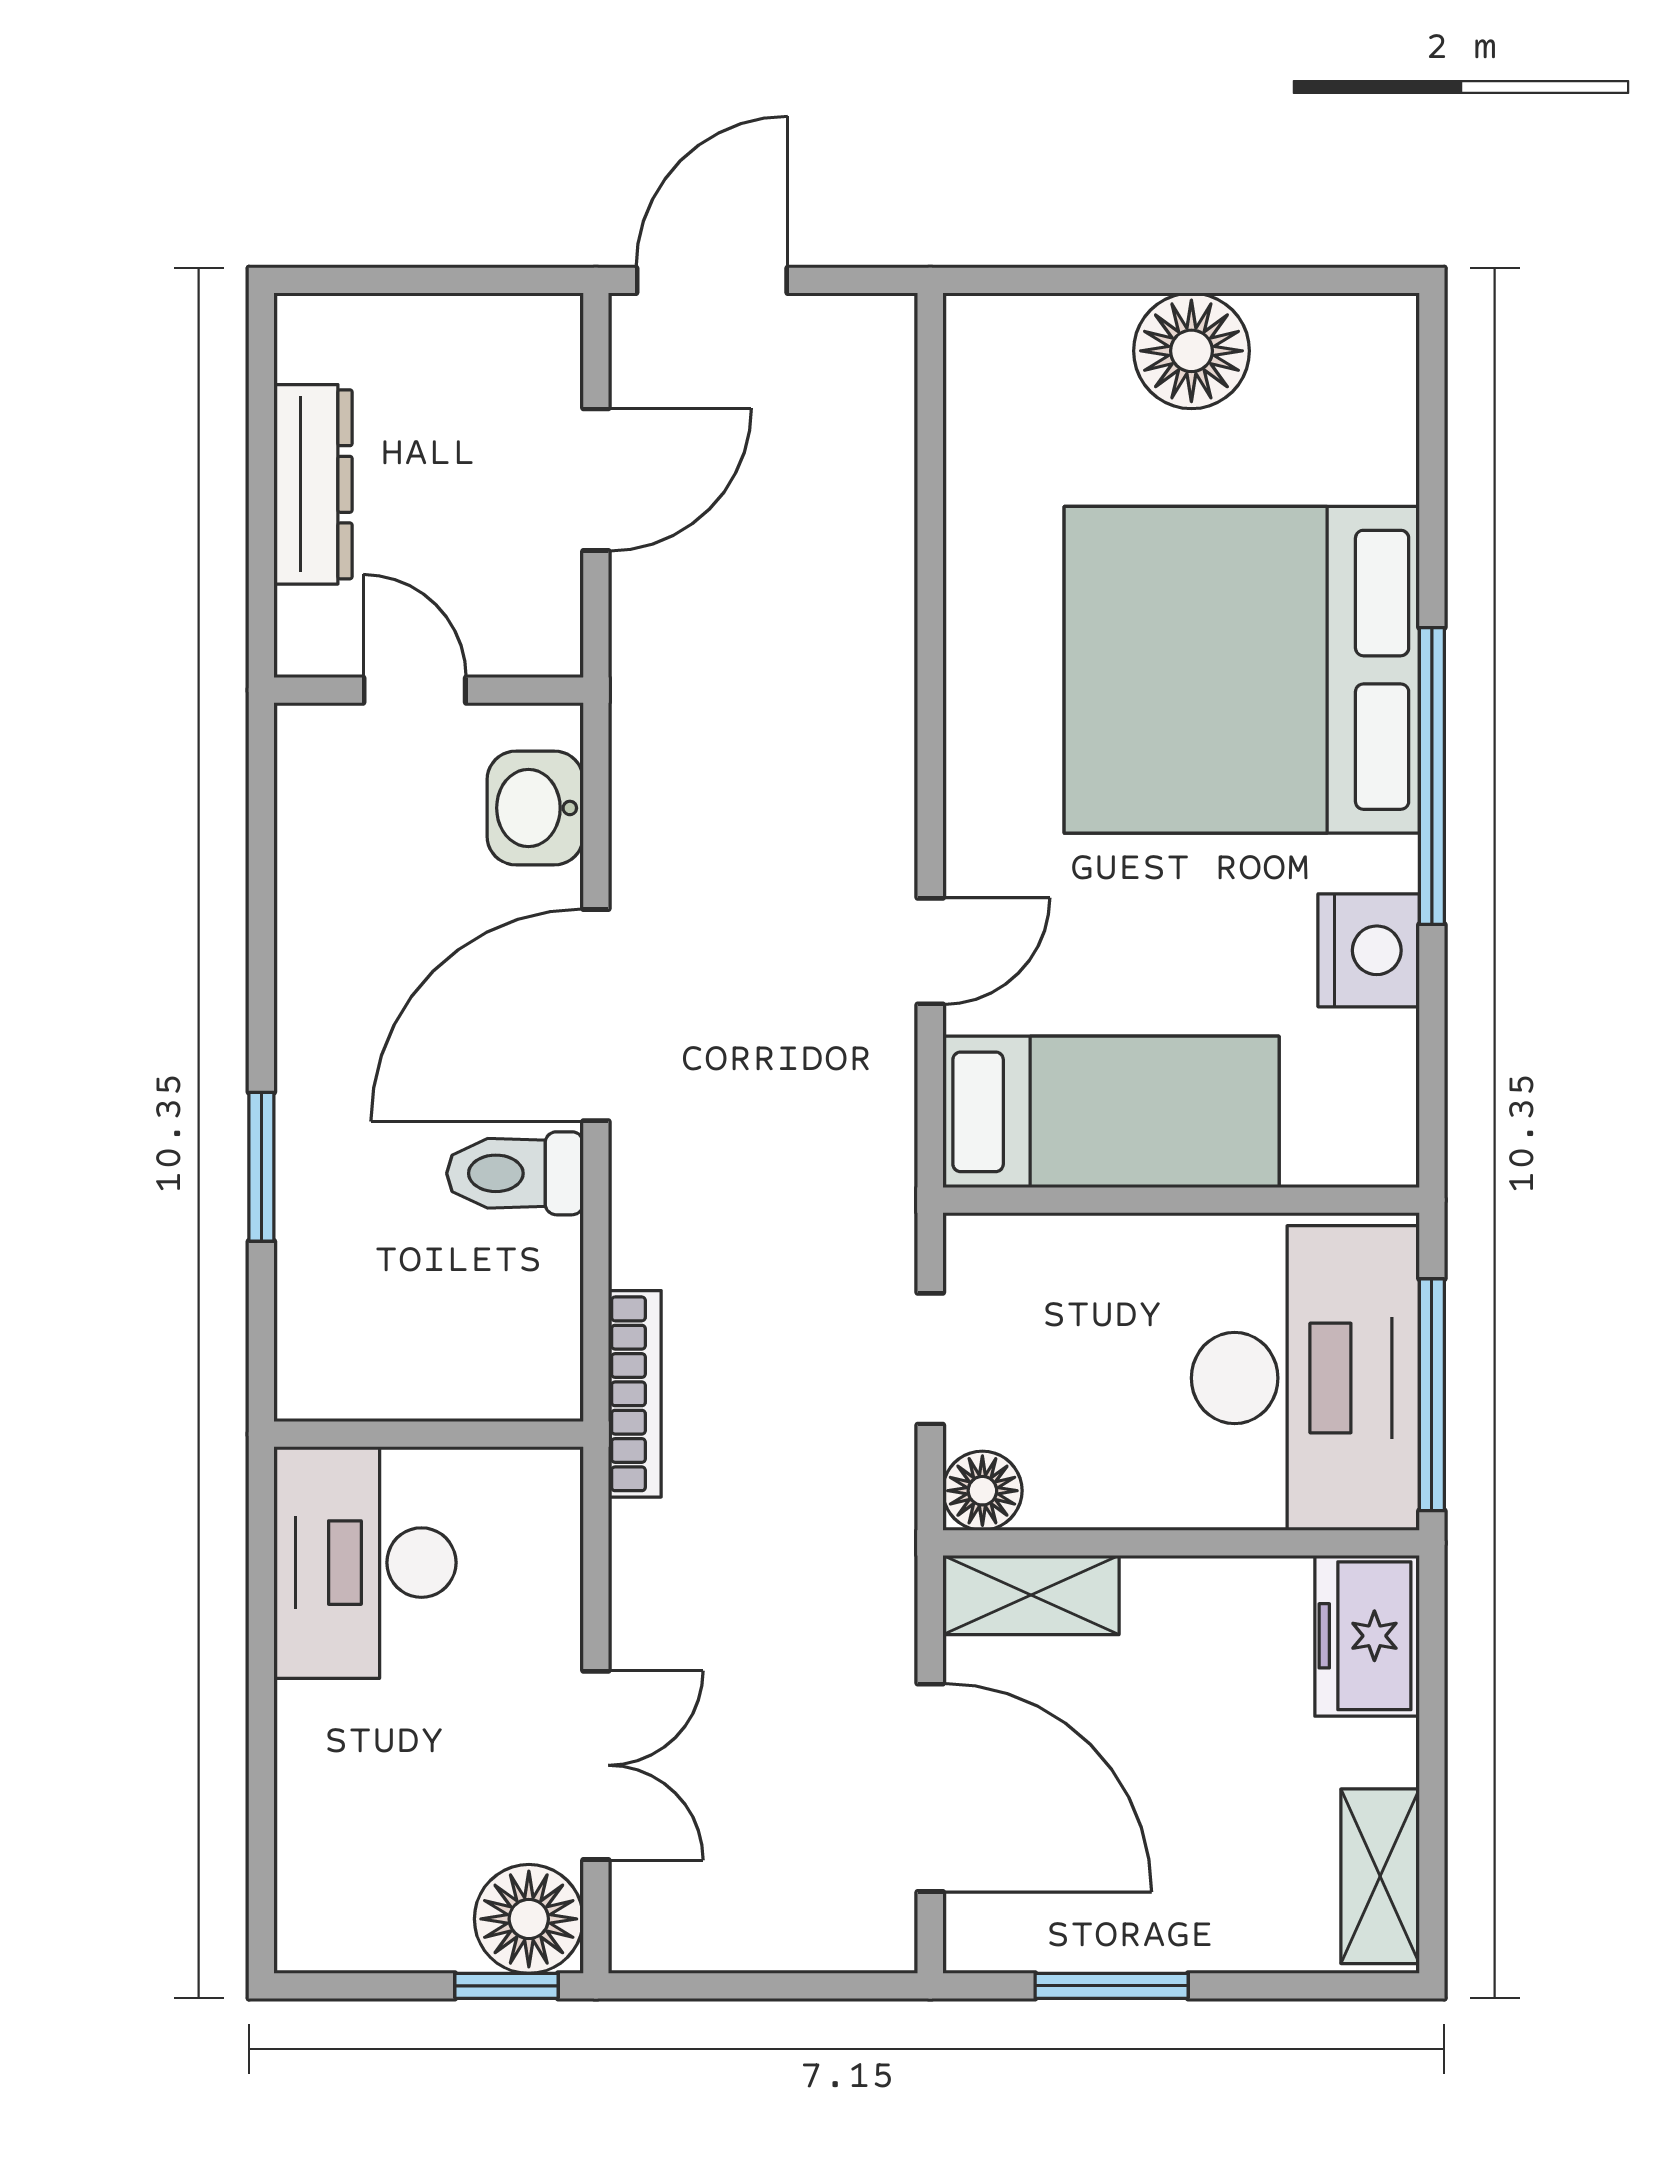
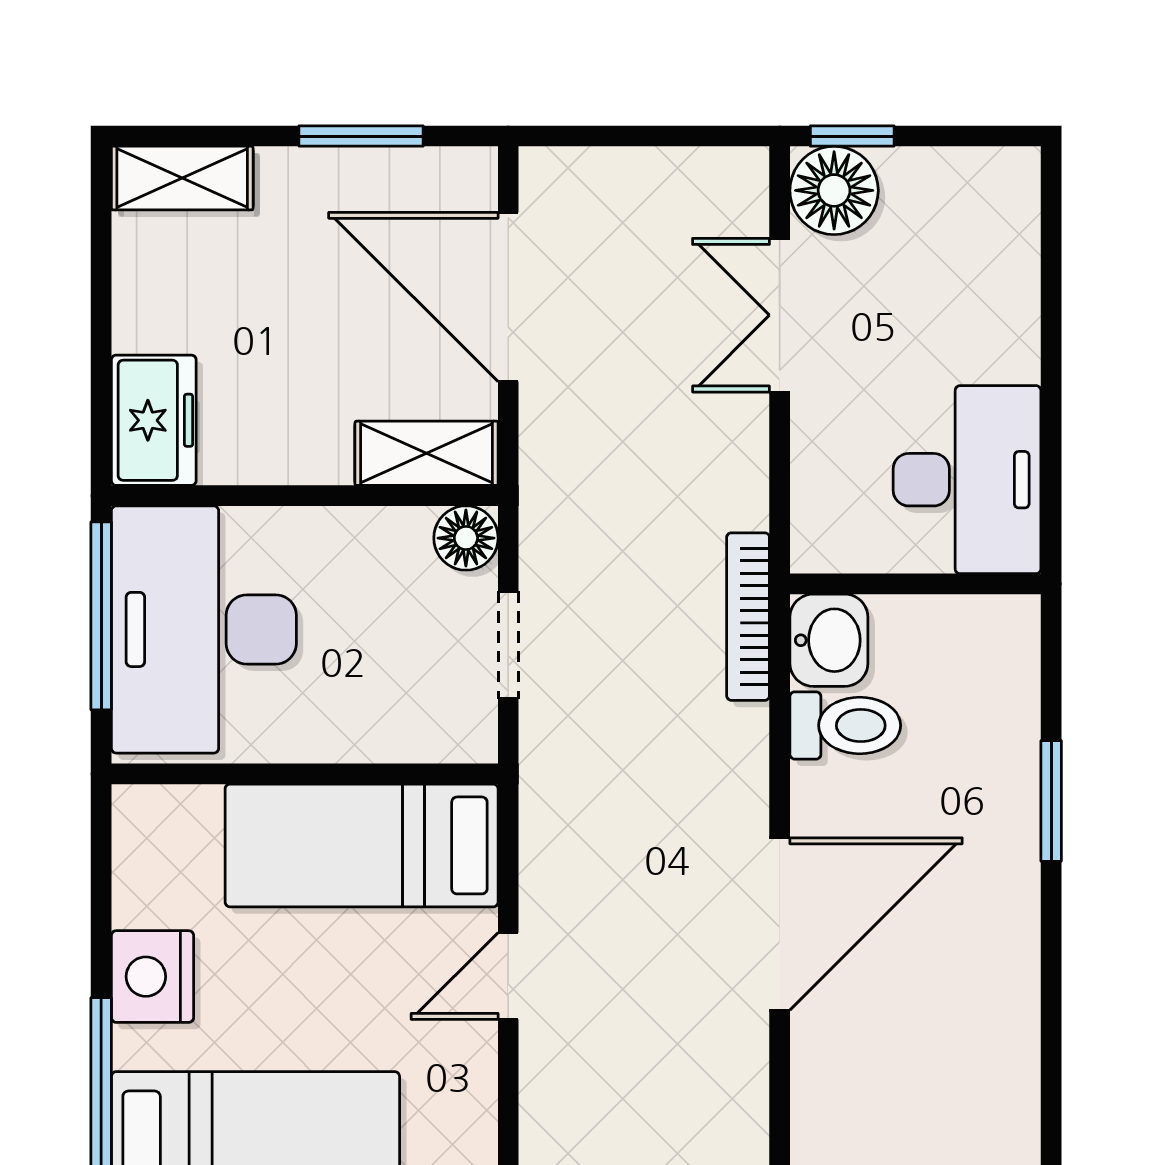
washbasin: (535, 808) -> (829, 640), moved
toilet: (515, 1173) -> (845, 725), moved
shelving: (1380, 1876) -> (182, 178), moved, turned 90

